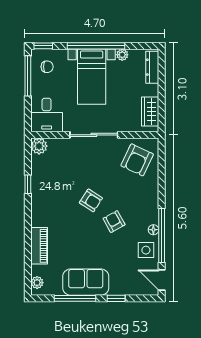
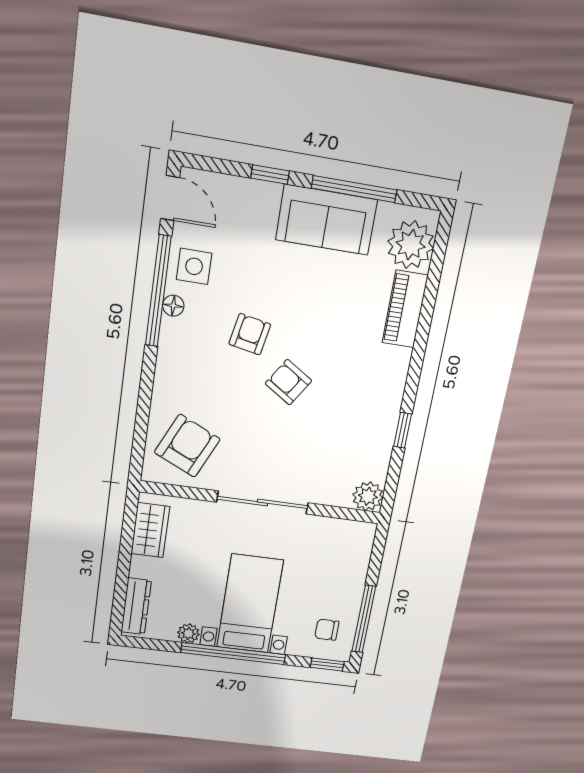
desk: (47, 115) -> (343, 549), removed
armchair: (114, 222) -> (250, 334), turned -140
plant: (37, 283) -> (411, 245), width x1.88, depth x1.88

